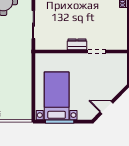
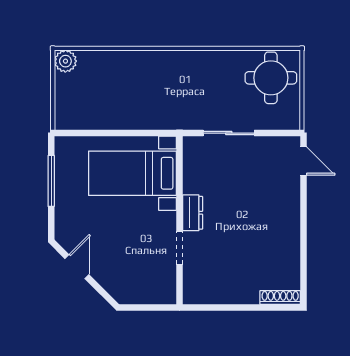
bed with nightstands: (57, 96) -> (132, 173), moved, turned 180

